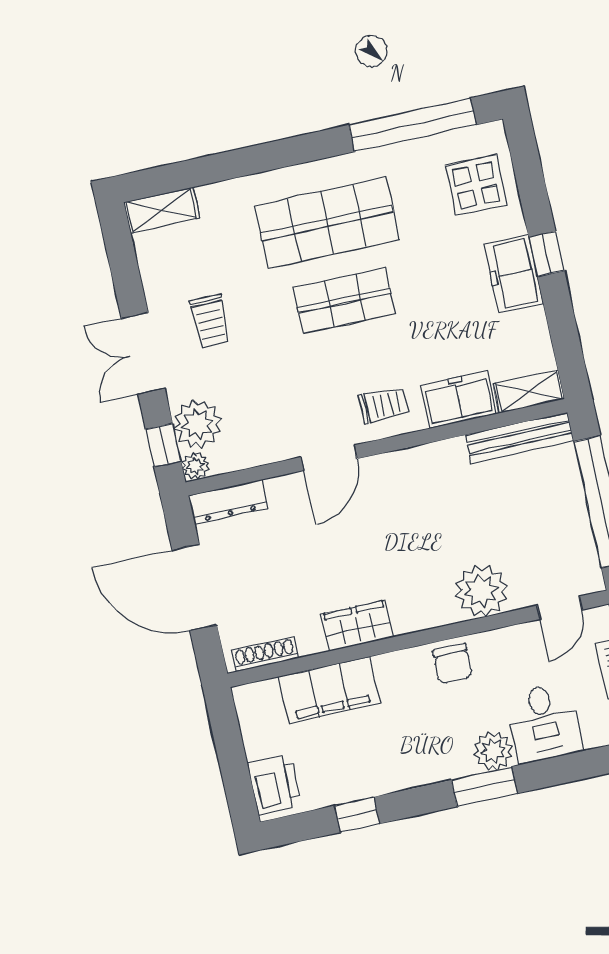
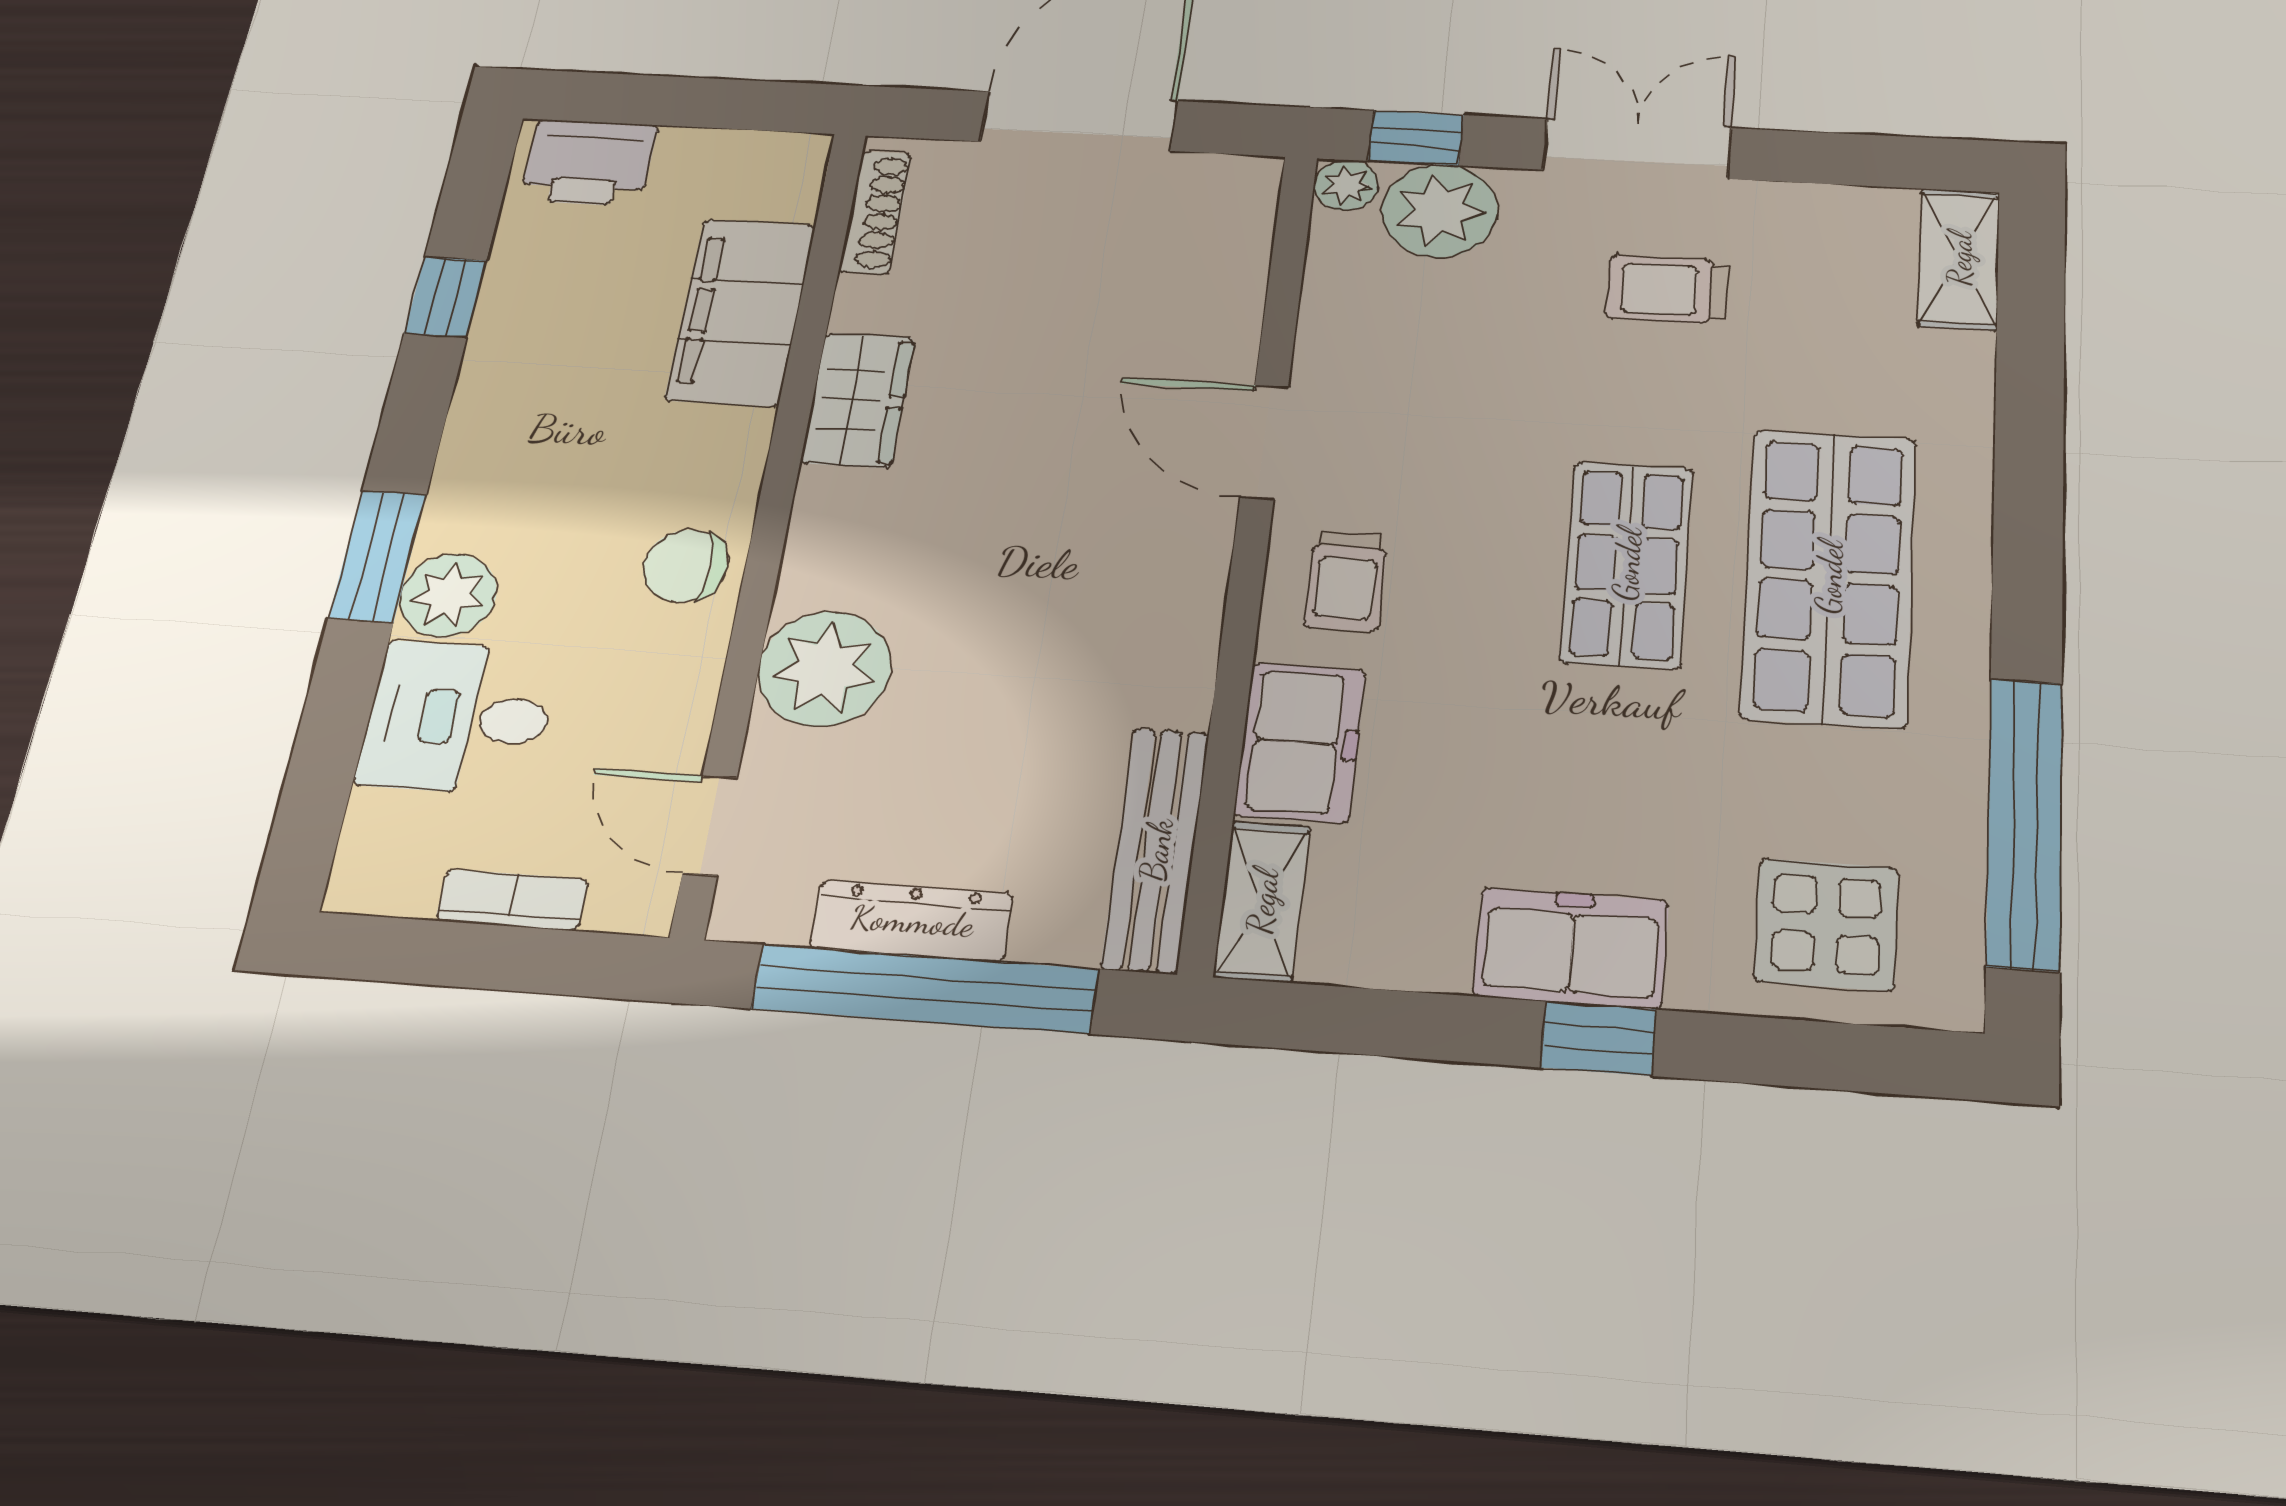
dresser: (228, 502) -> (912, 921), moved, turned 90

